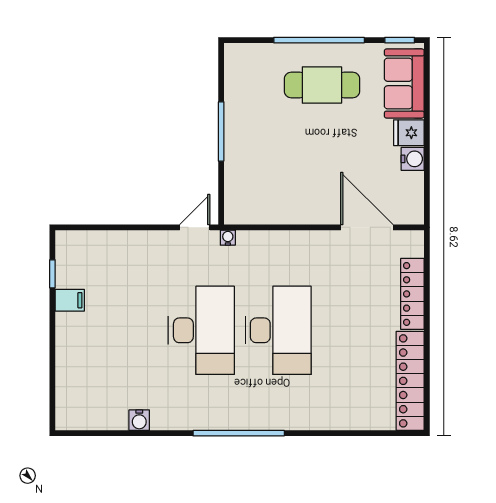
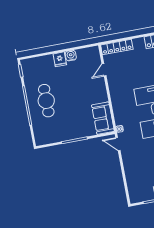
sofa: (404, 84) -> (103, 118), moved, turned 90
door: (367, 227) -> (104, 70), width x0.53
locker: (412, 294) -> (117, 47), moved

